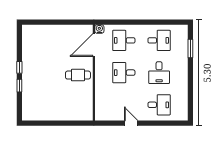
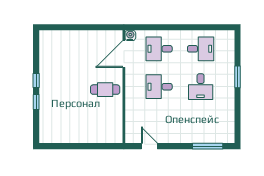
window: (190, 49) -> (237, 77), moved
desk: (159, 105) -> (201, 125), removed
door: (131, 123) -> (149, 146), moved
window: (165, 123) -> (208, 146), added

